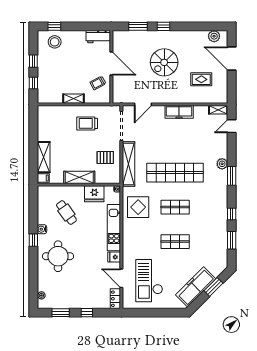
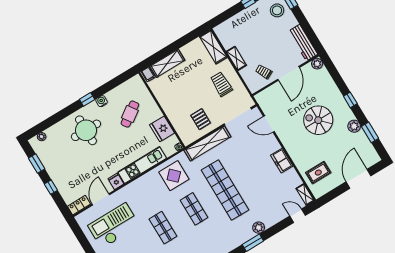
window: (138, 26) -> (370, 132), moved
plant: (118, 36) -> (317, 64), added
plant: (214, 36) -> (354, 126), moved
workbench: (98, 37) -> (303, 43), width x1.37
rug: (201, 79) -> (318, 173), moved, turned 90
window: (33, 83) -> (228, 14), removed
freezer: (179, 112) -> (282, 161), width x0.71
shelving: (79, 177) -> (213, 47), moved

